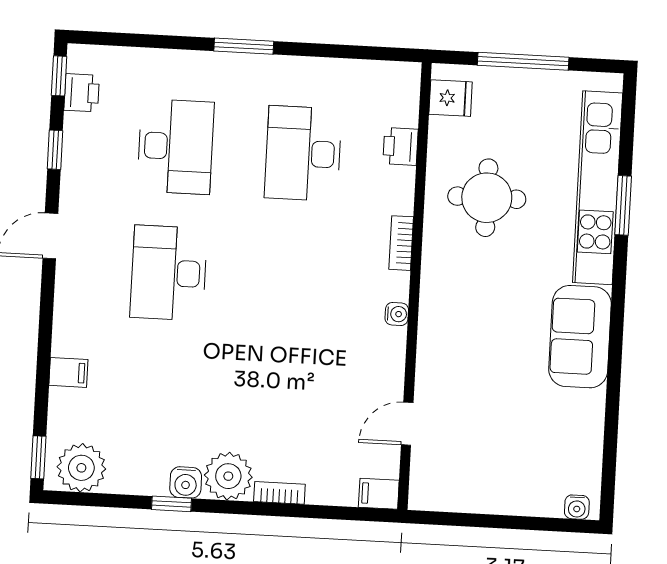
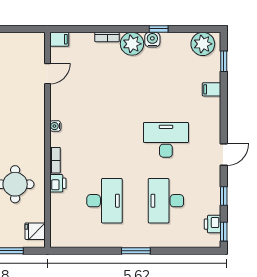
printer: (401, 146) -> (58, 183), moved
desk: (169, 273) -> (166, 140), turned -90
window: (38, 457) -> (224, 61), moved

